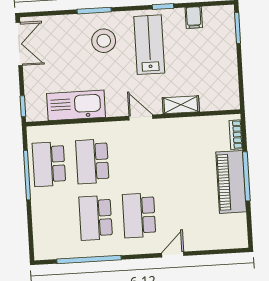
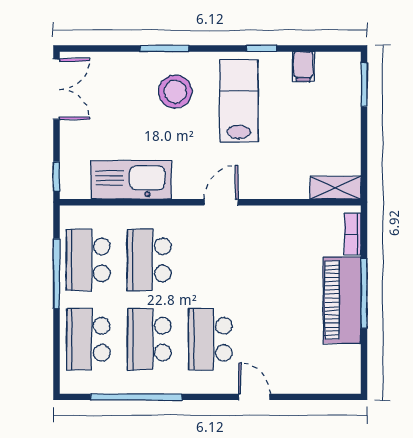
shelving: (181, 105) -> (336, 188), moved
door: (141, 117) -> (221, 202), hinge flipped
school desk: (52, 220) -> (88, 339), added
door: (173, 254) -> (254, 397), hinge flipped

